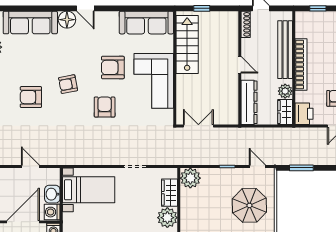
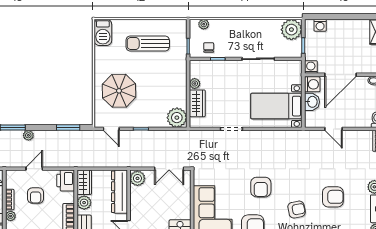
plant: (231, 116) -> (137, 178), added
plant: (167, 218) -> (195, 84), width x0.53, depth x0.53

